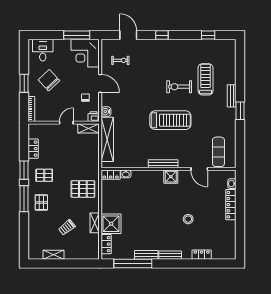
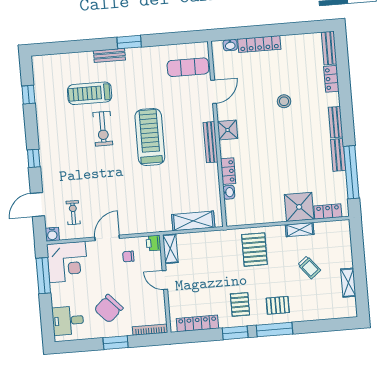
water cooler: (106, 112) -> (52, 234), moved
shelving: (107, 139) -> (193, 221), width x0.68
locker: (33, 149) -> (197, 323), width x1.53
locker: (111, 175) -> (228, 171), moved
bench: (224, 255) -> (329, 48), added

